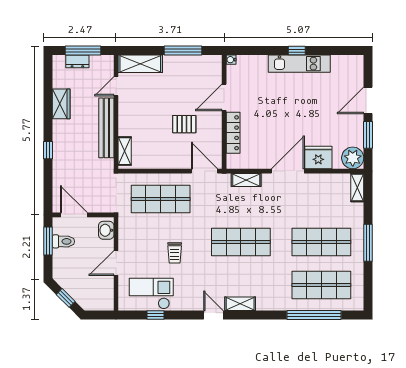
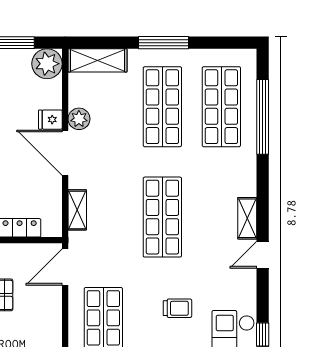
fridge: (318, 157) -> (50, 120), width x0.53, depth x0.75
plant: (313, 181) -> (79, 119), added
shelving: (357, 188) -> (98, 60), width x1.50, depth x1.33

